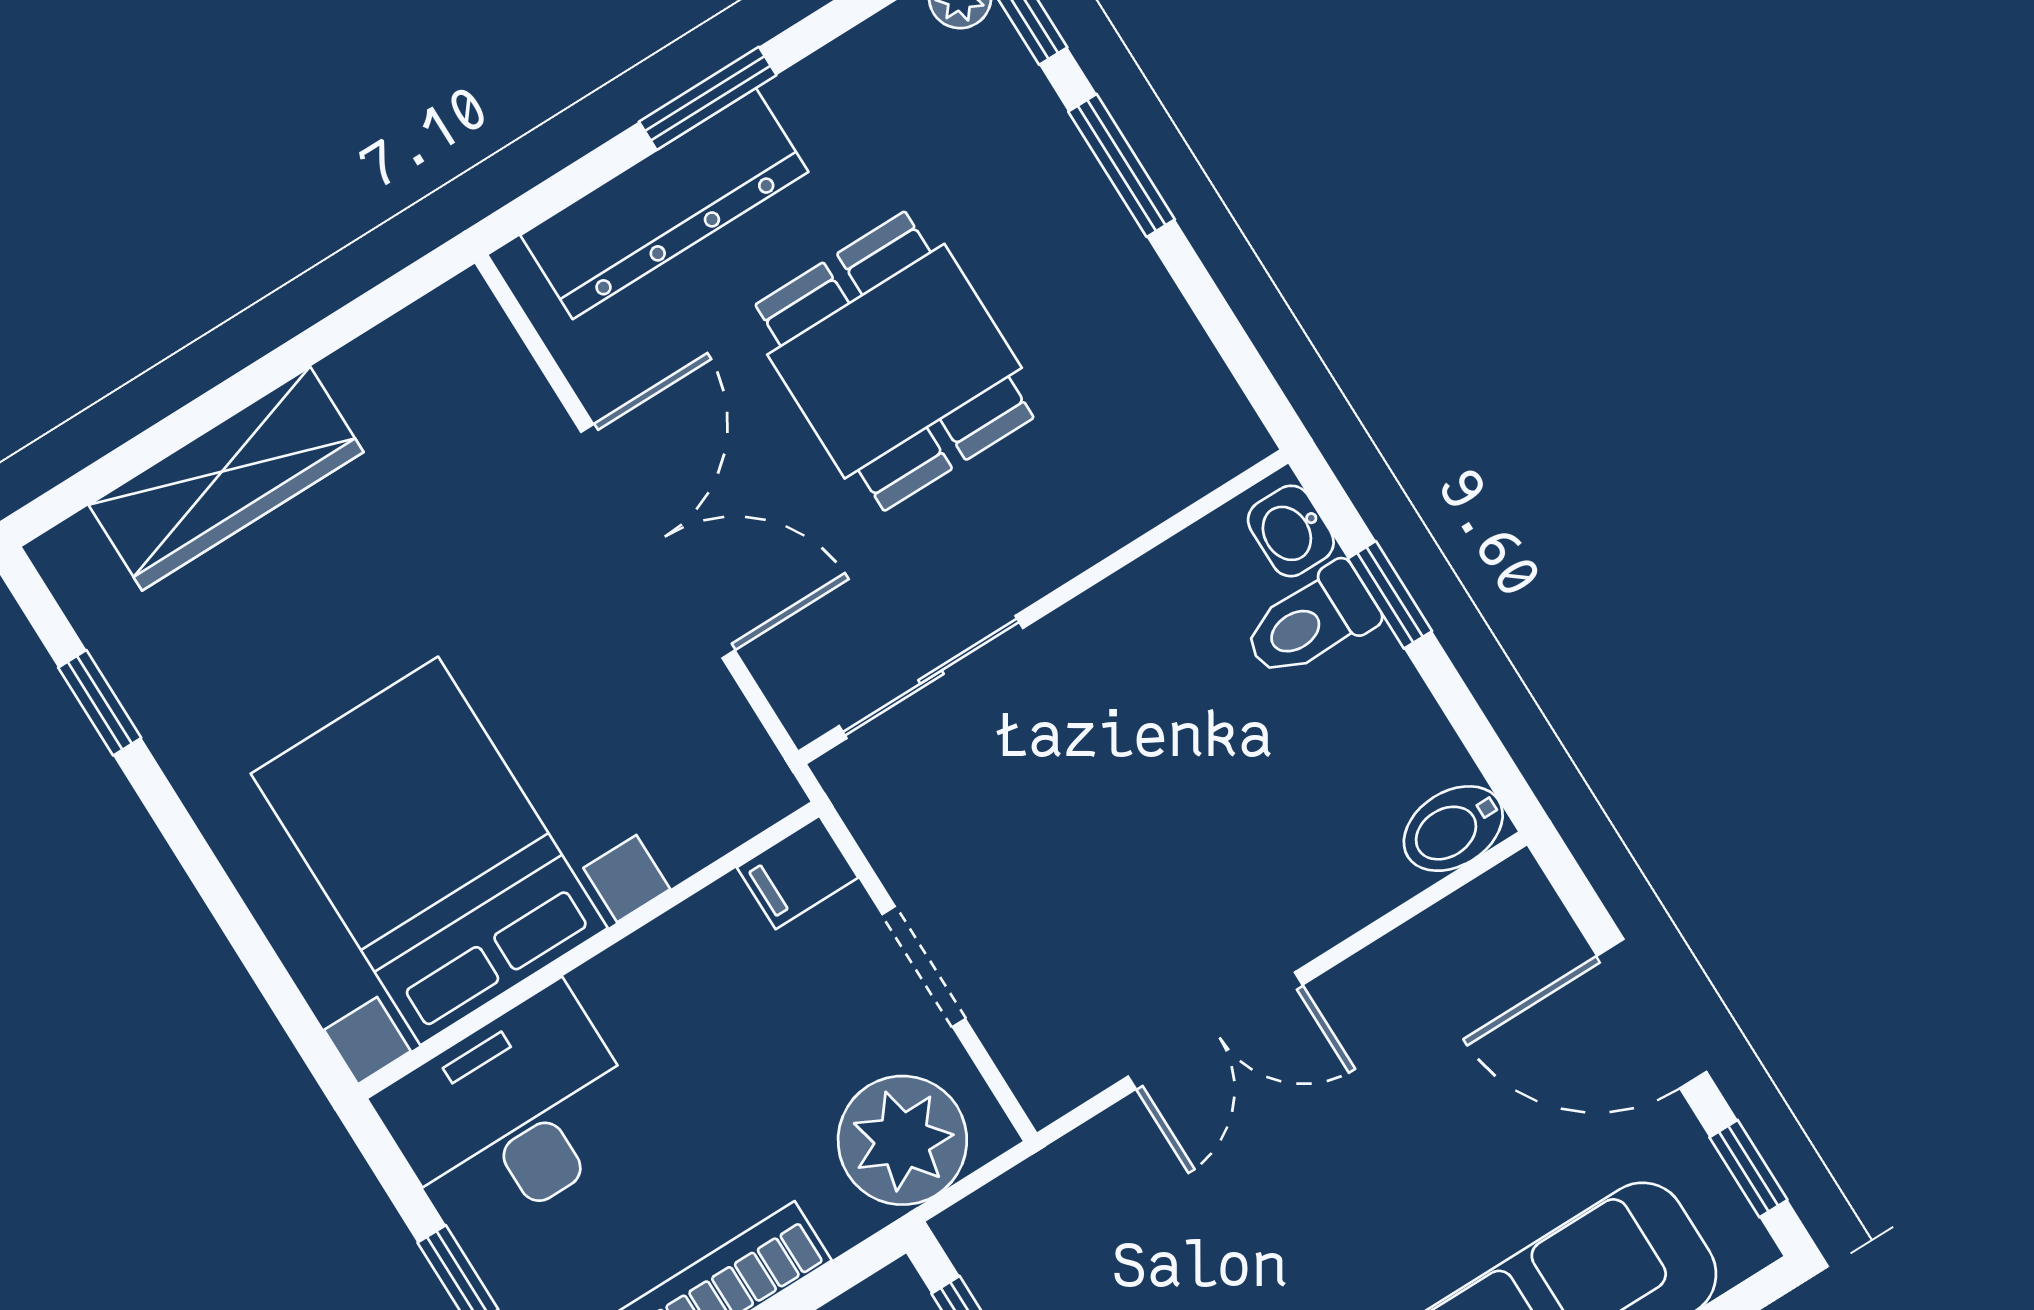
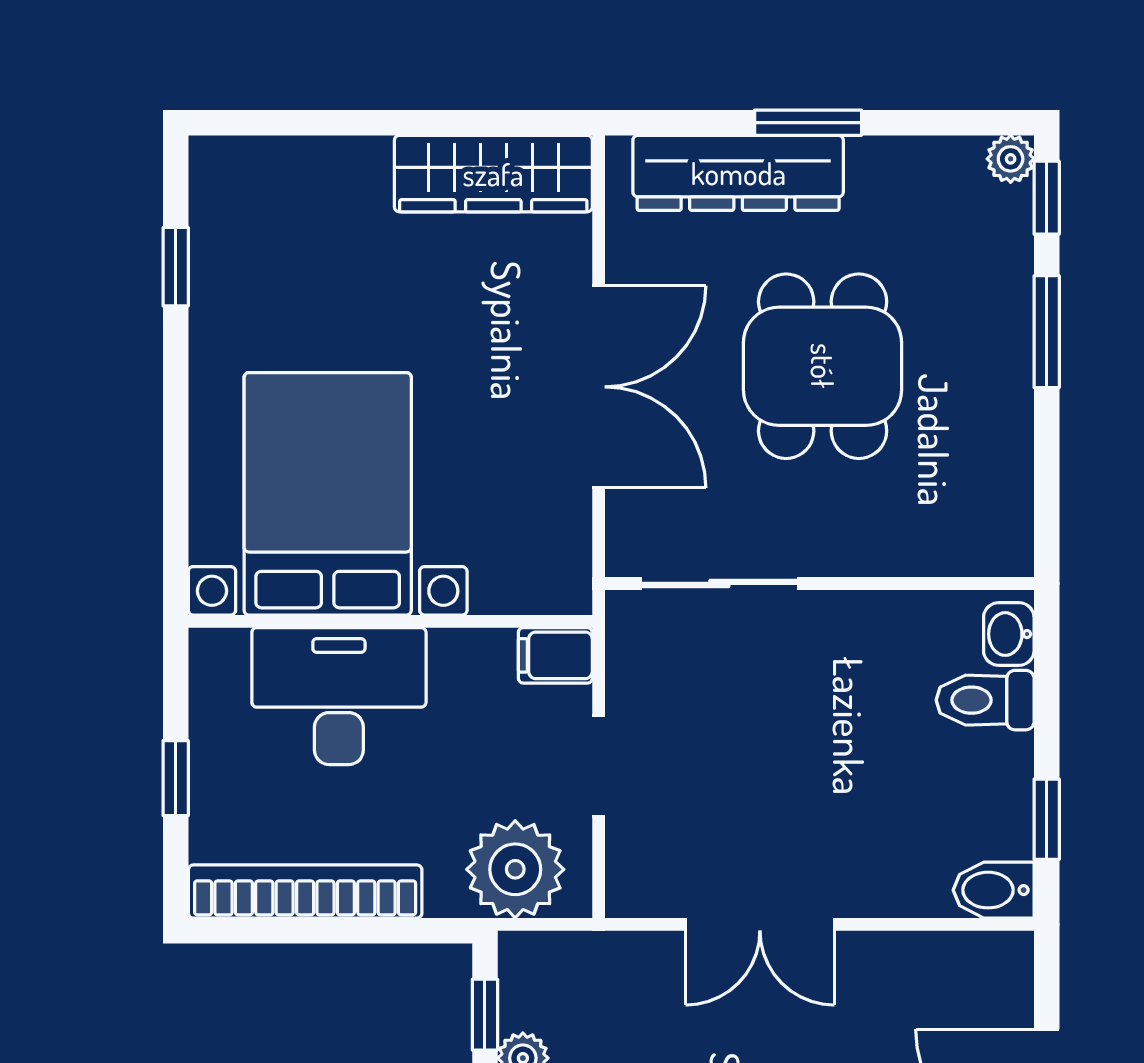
wardrobe: (226, 479) -> (493, 174), moved
window: (1390, 595) -> (1047, 819), moved
desk: (512, 1114) -> (339, 696), moved

